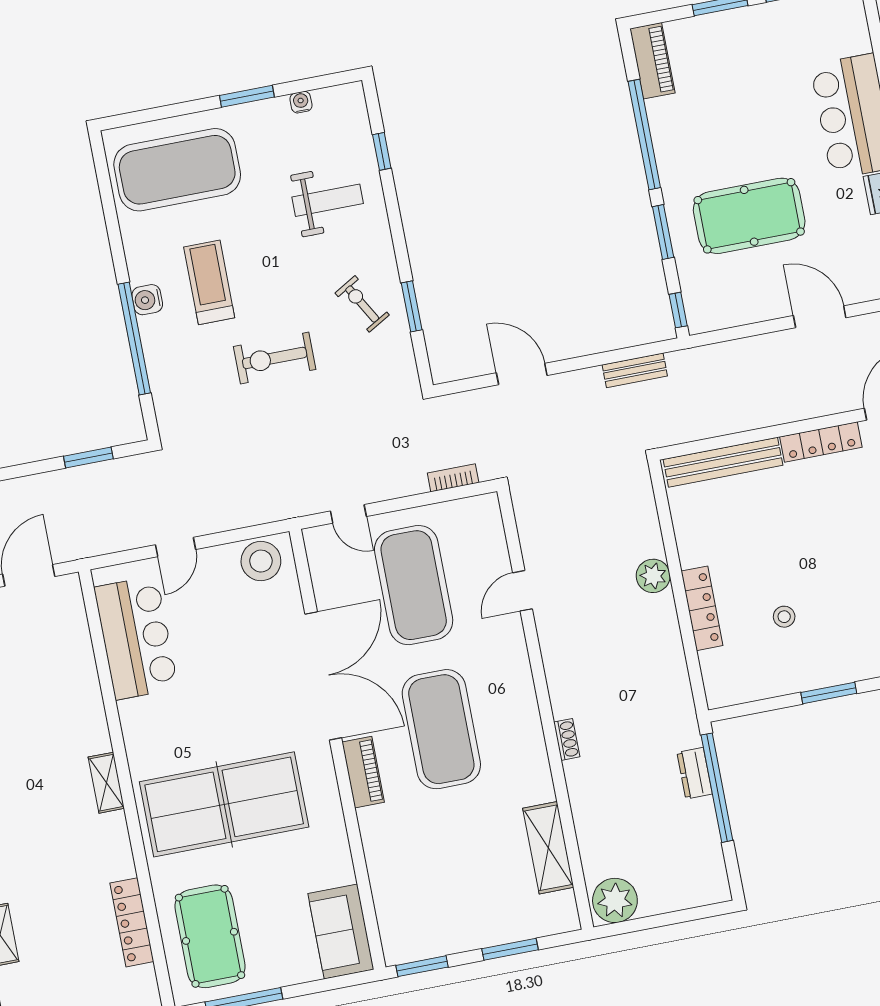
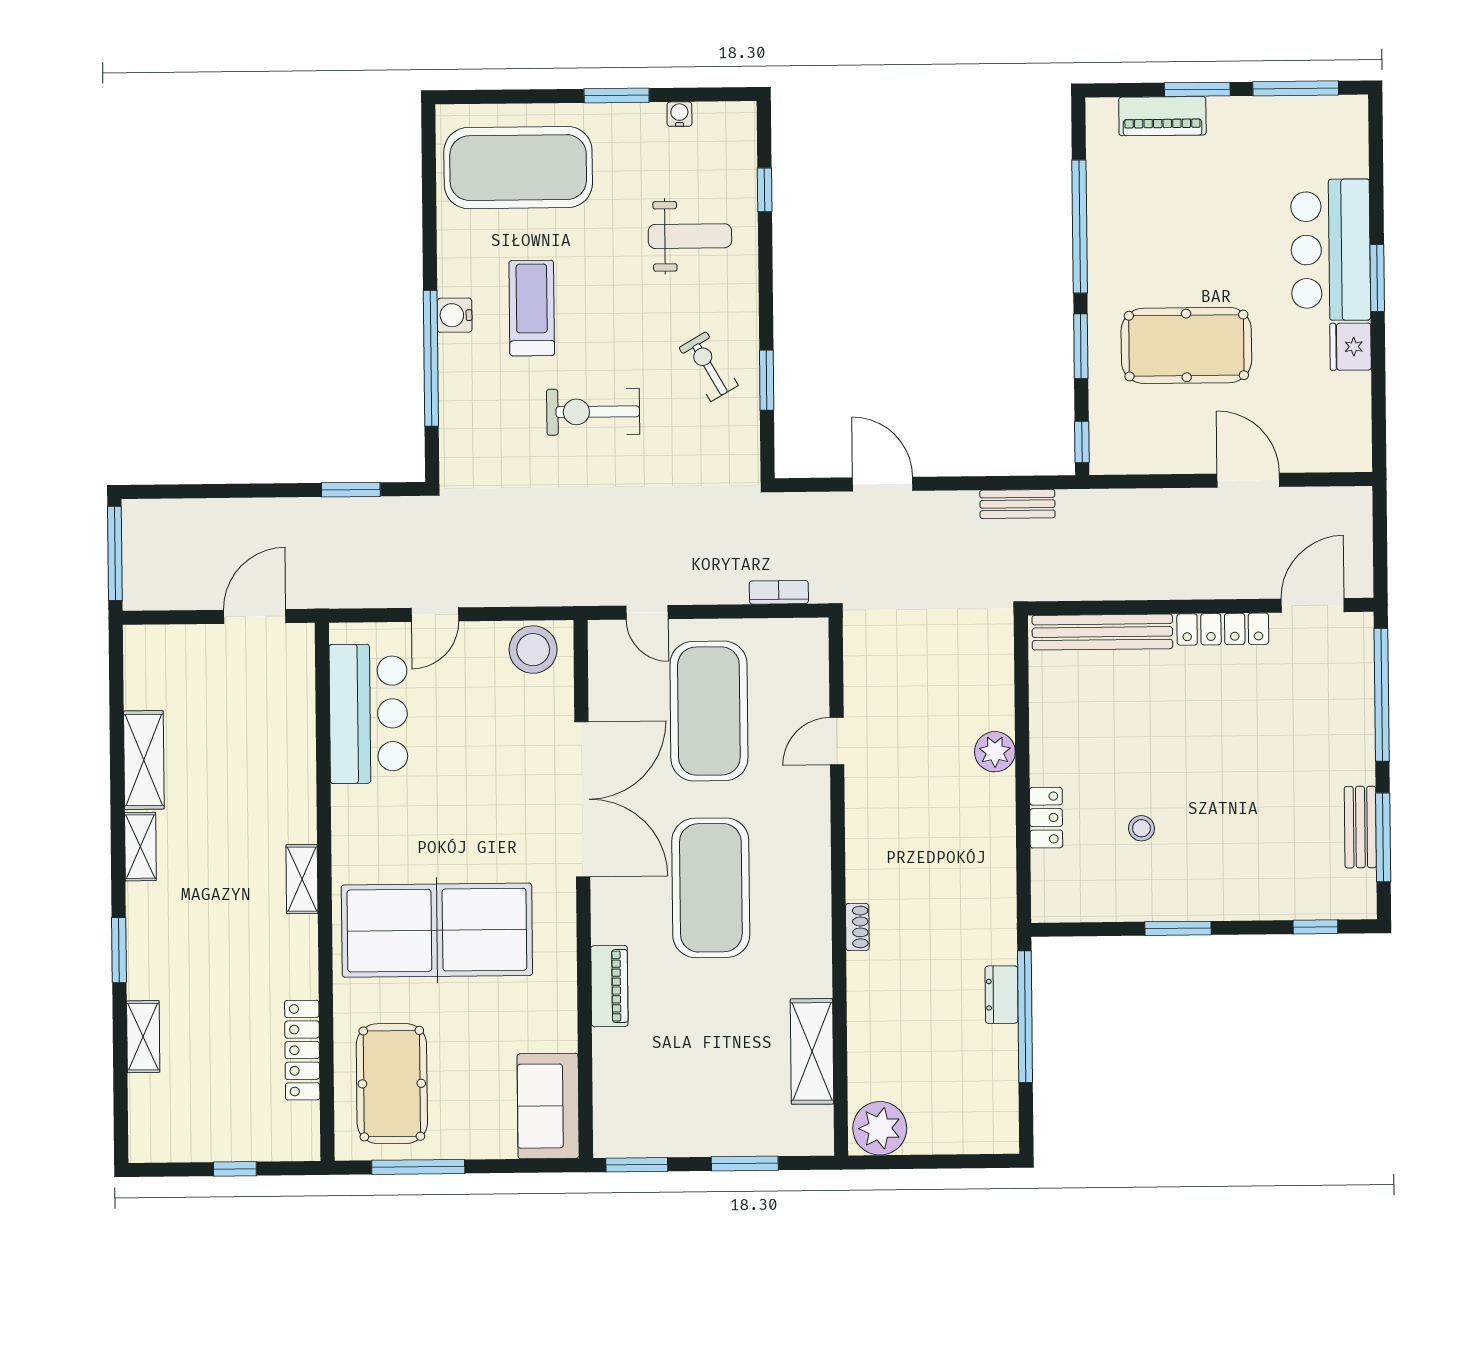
piano: (652, 61) -> (1162, 116), moved, turned 90
locker: (702, 608) -> (1046, 818), width x0.66
piano: (363, 772) -> (609, 986), moved

